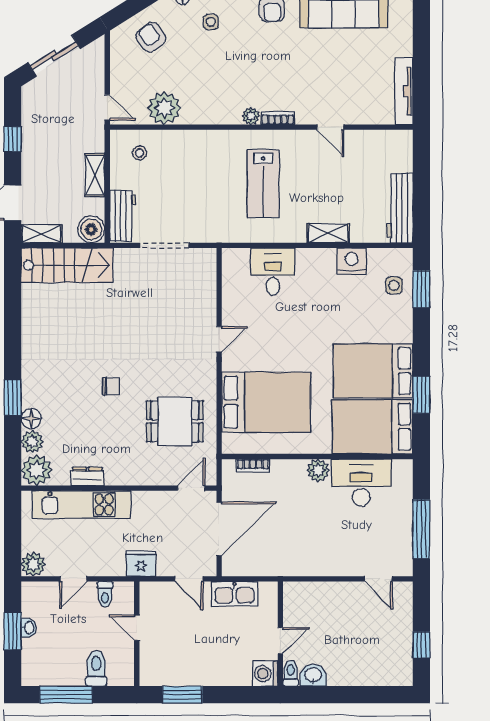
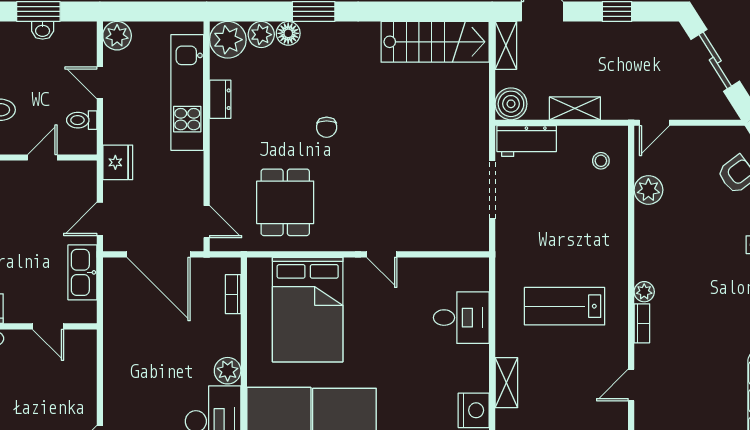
plant: (164, 108) -> (648, 190), width x0.73, depth x0.73
stairs: (67, 265) -> (435, 42), moved, turned -90
door: (280, 641) -> (48, 326), moved

